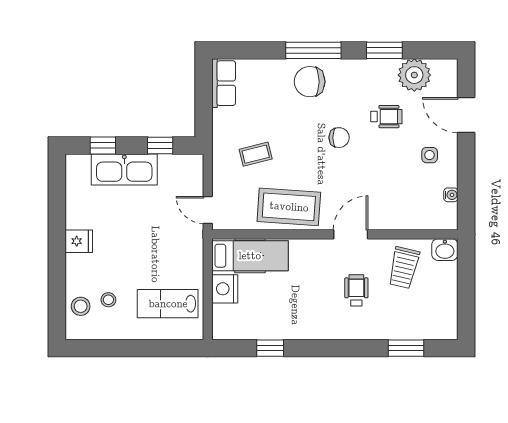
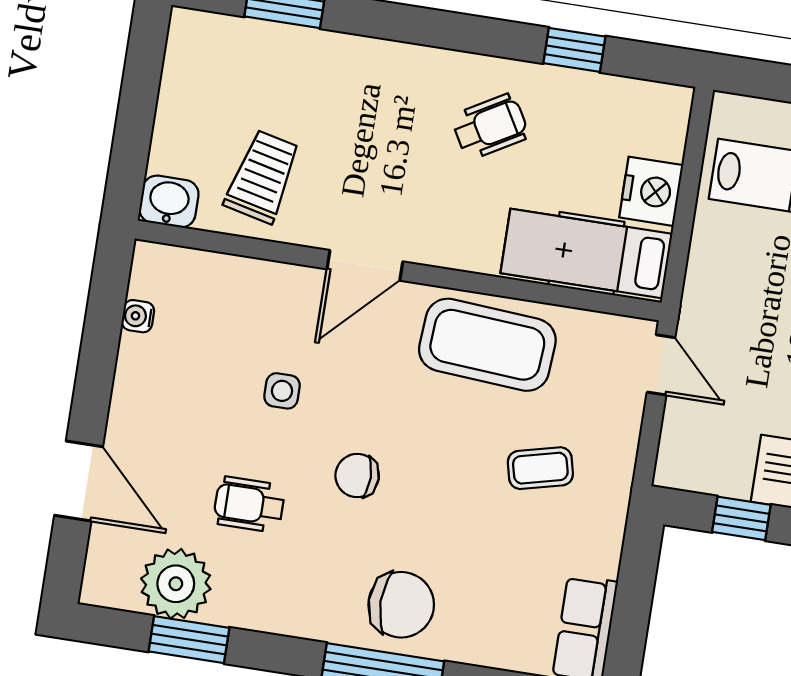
window: (384, 50) -> (189, 640), moved
side table: (430, 155) -> (282, 391), moved
wheelchair: (356, 290) -> (490, 127), moved, turned -120

